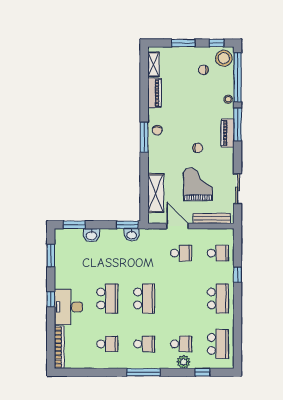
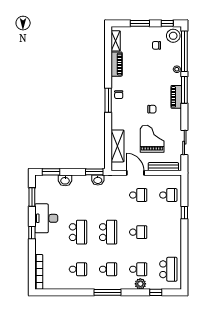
school desk: (218, 299) -> (138, 232), moved, width x0.54
desk: (68, 307) -> (46, 218), moved

